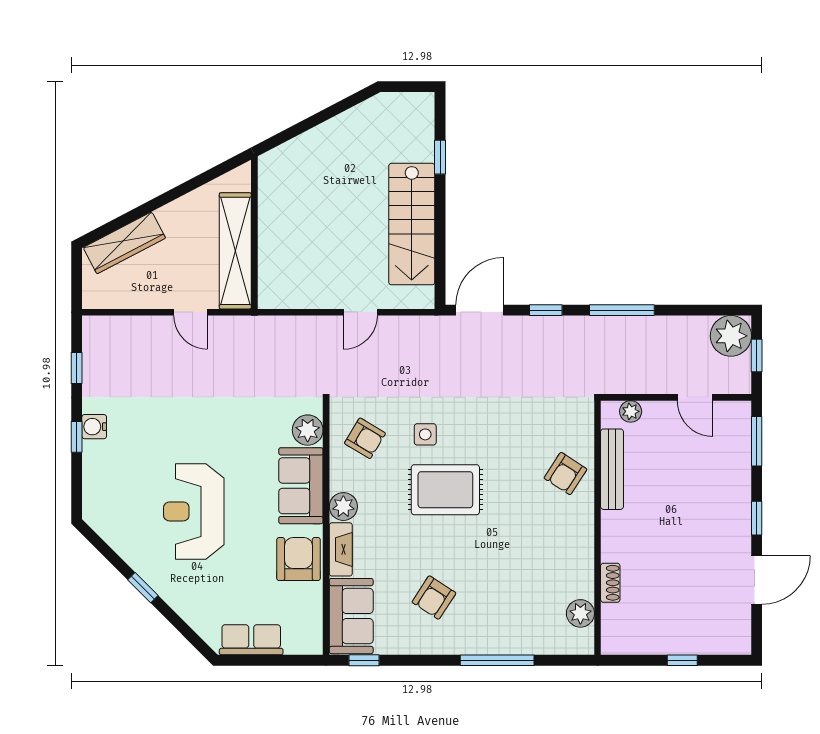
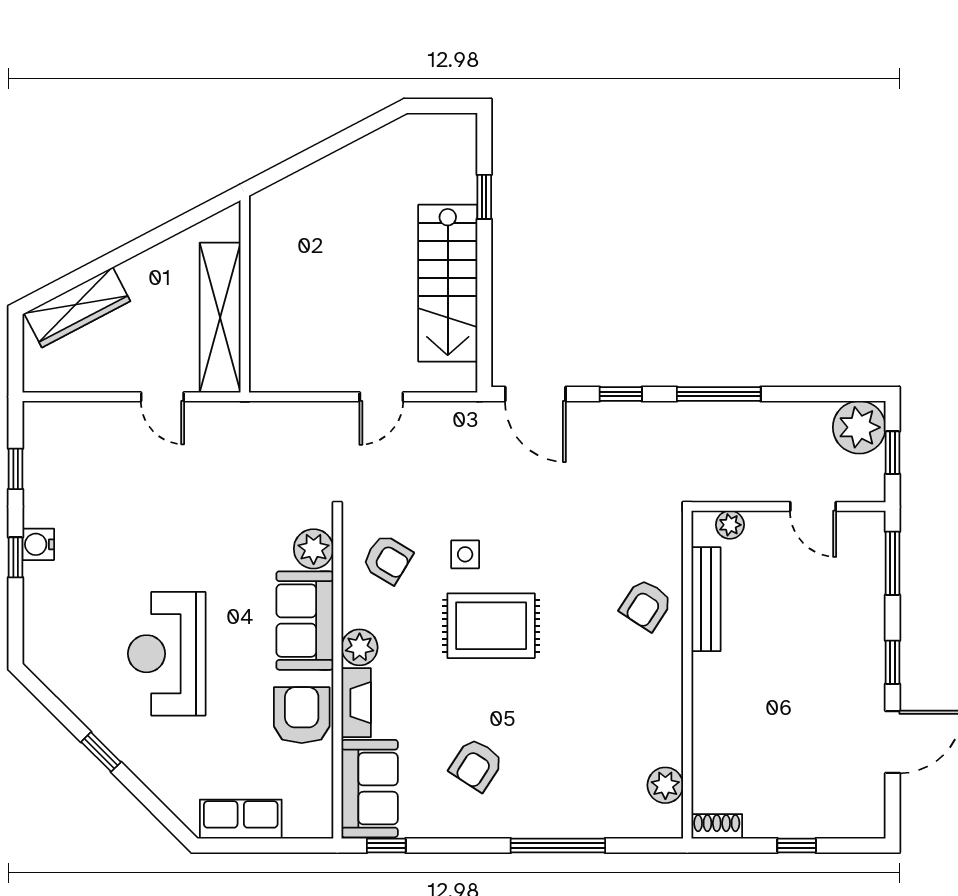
door: (480, 310) -> (535, 394), swing flipped
shoe rack: (610, 583) -> (717, 826), moved, turned -90

